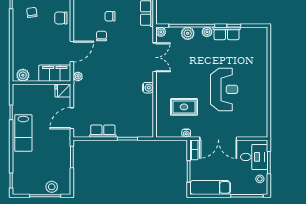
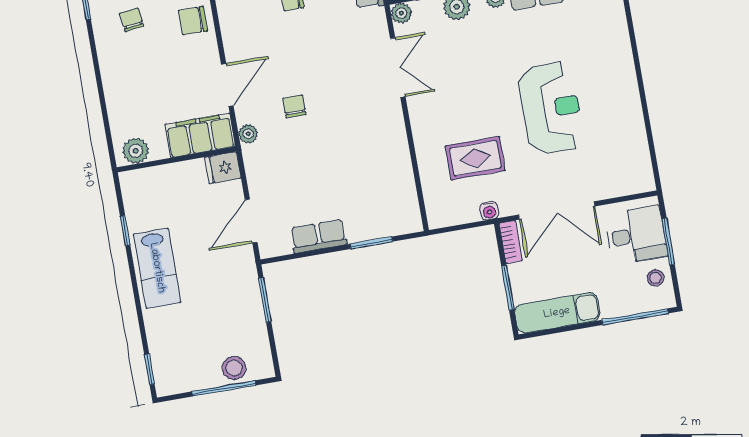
chair: (101, 36) -> (294, 106), moved
water cooler: (148, 88) -> (395, 132), removed

